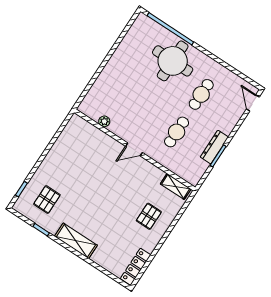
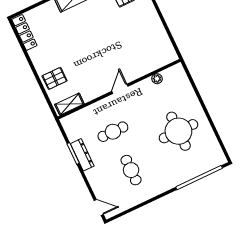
round table: (173, 61) -> (178, 131), moved
cafe table: (177, 132) -> (113, 132), turned 90
pallet: (149, 216) -> (55, 78), moved, turned 90

